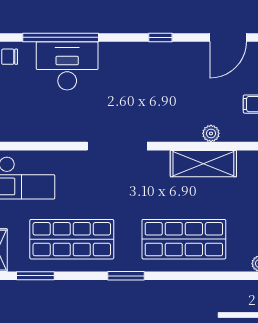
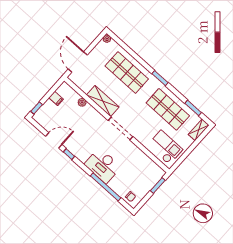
door: (228, 37) -> (54, 140), moved
desk: (67, 66) -> (103, 166), moved
shelving: (203, 164) -> (103, 101), moved

